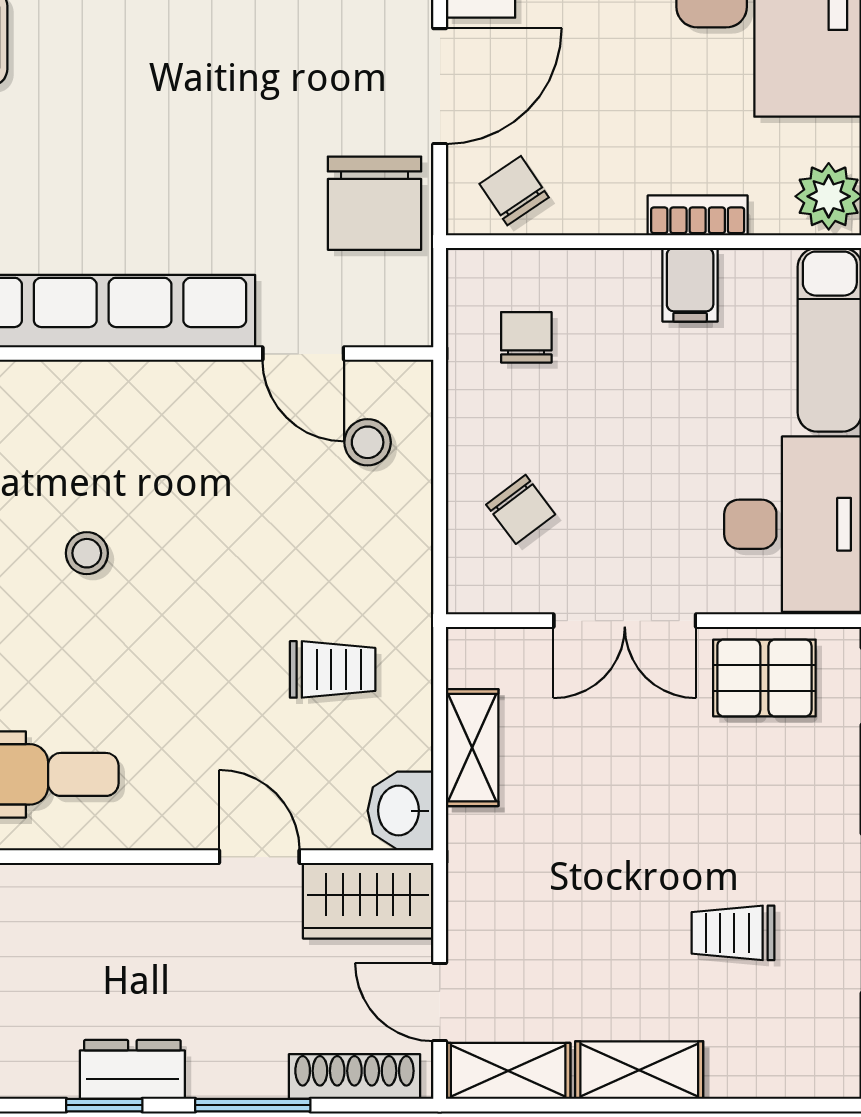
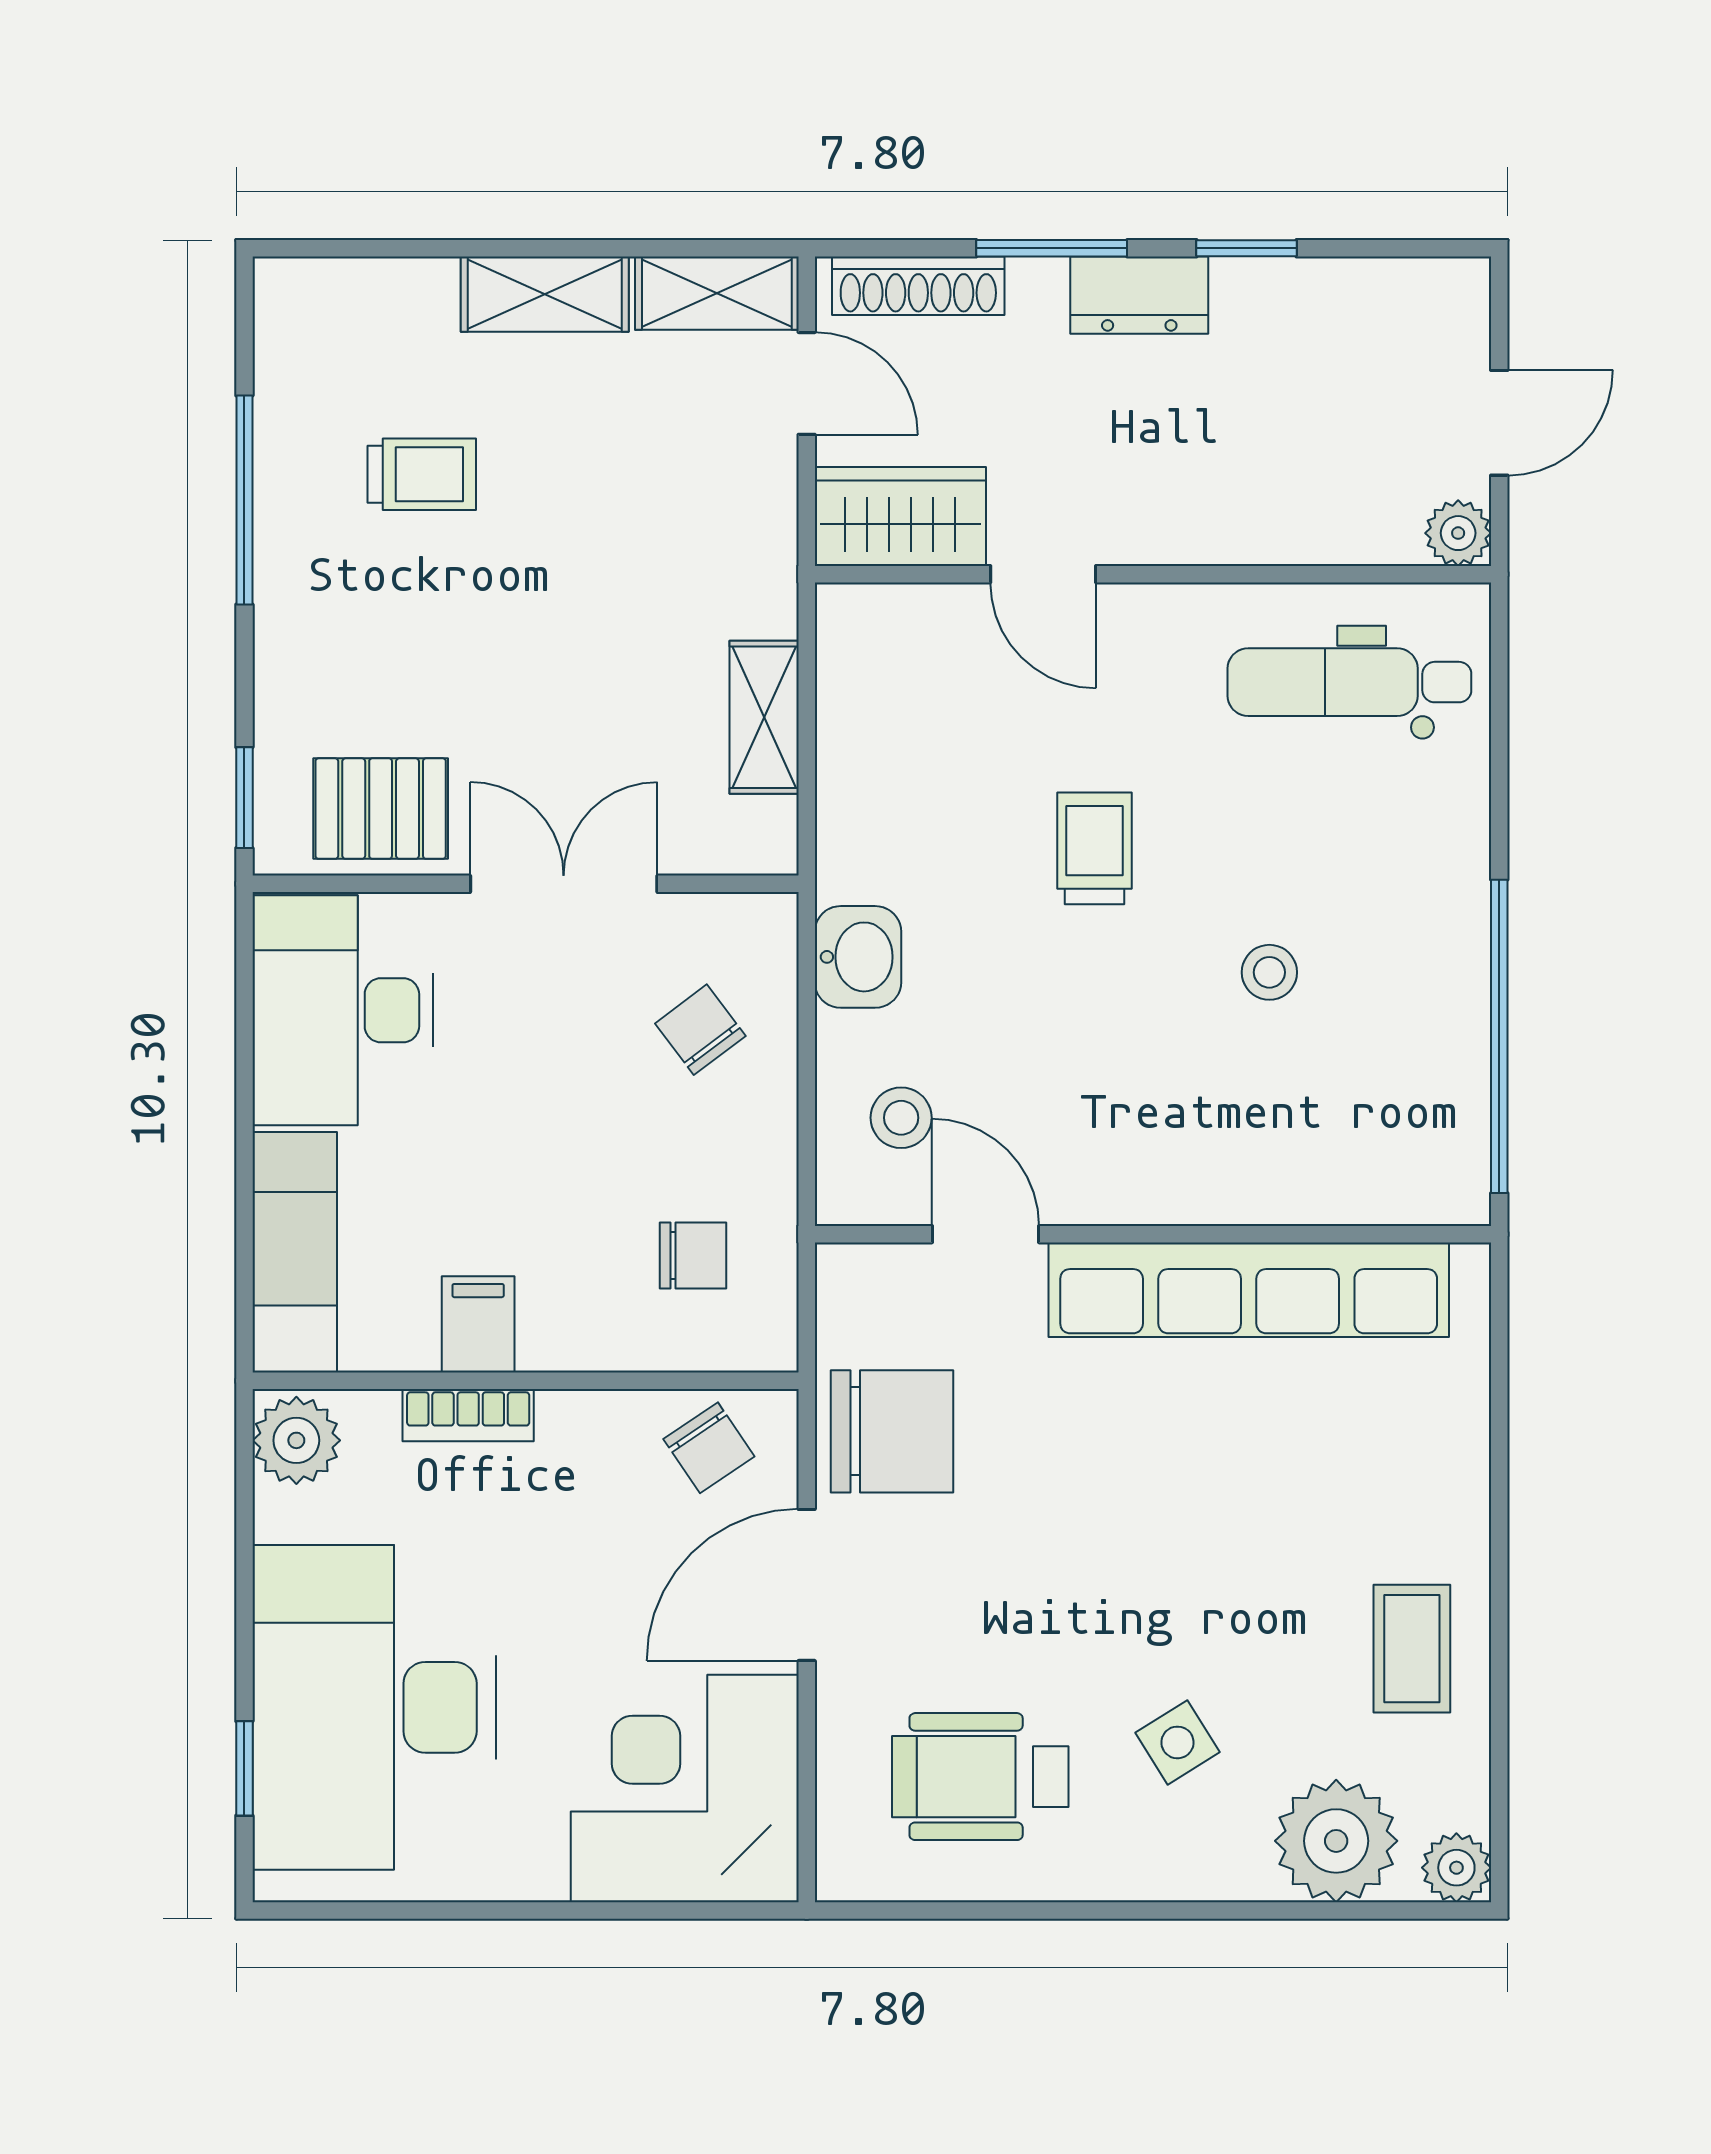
chair: (374, 203) -> (892, 1431), turned 90
chair: (526, 337) -> (693, 1255), turned -90
trolley: (333, 669) -> (1095, 848), moved, turned 90
washbasin: (400, 811) -> (858, 957), moved
dresser: (132, 1069) -> (1139, 295), moved

